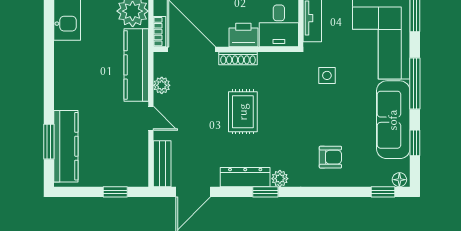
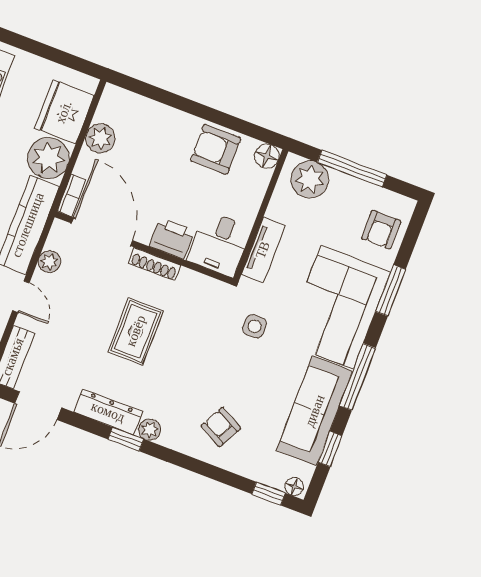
armchair: (330, 157) -> (221, 427), turned -152

